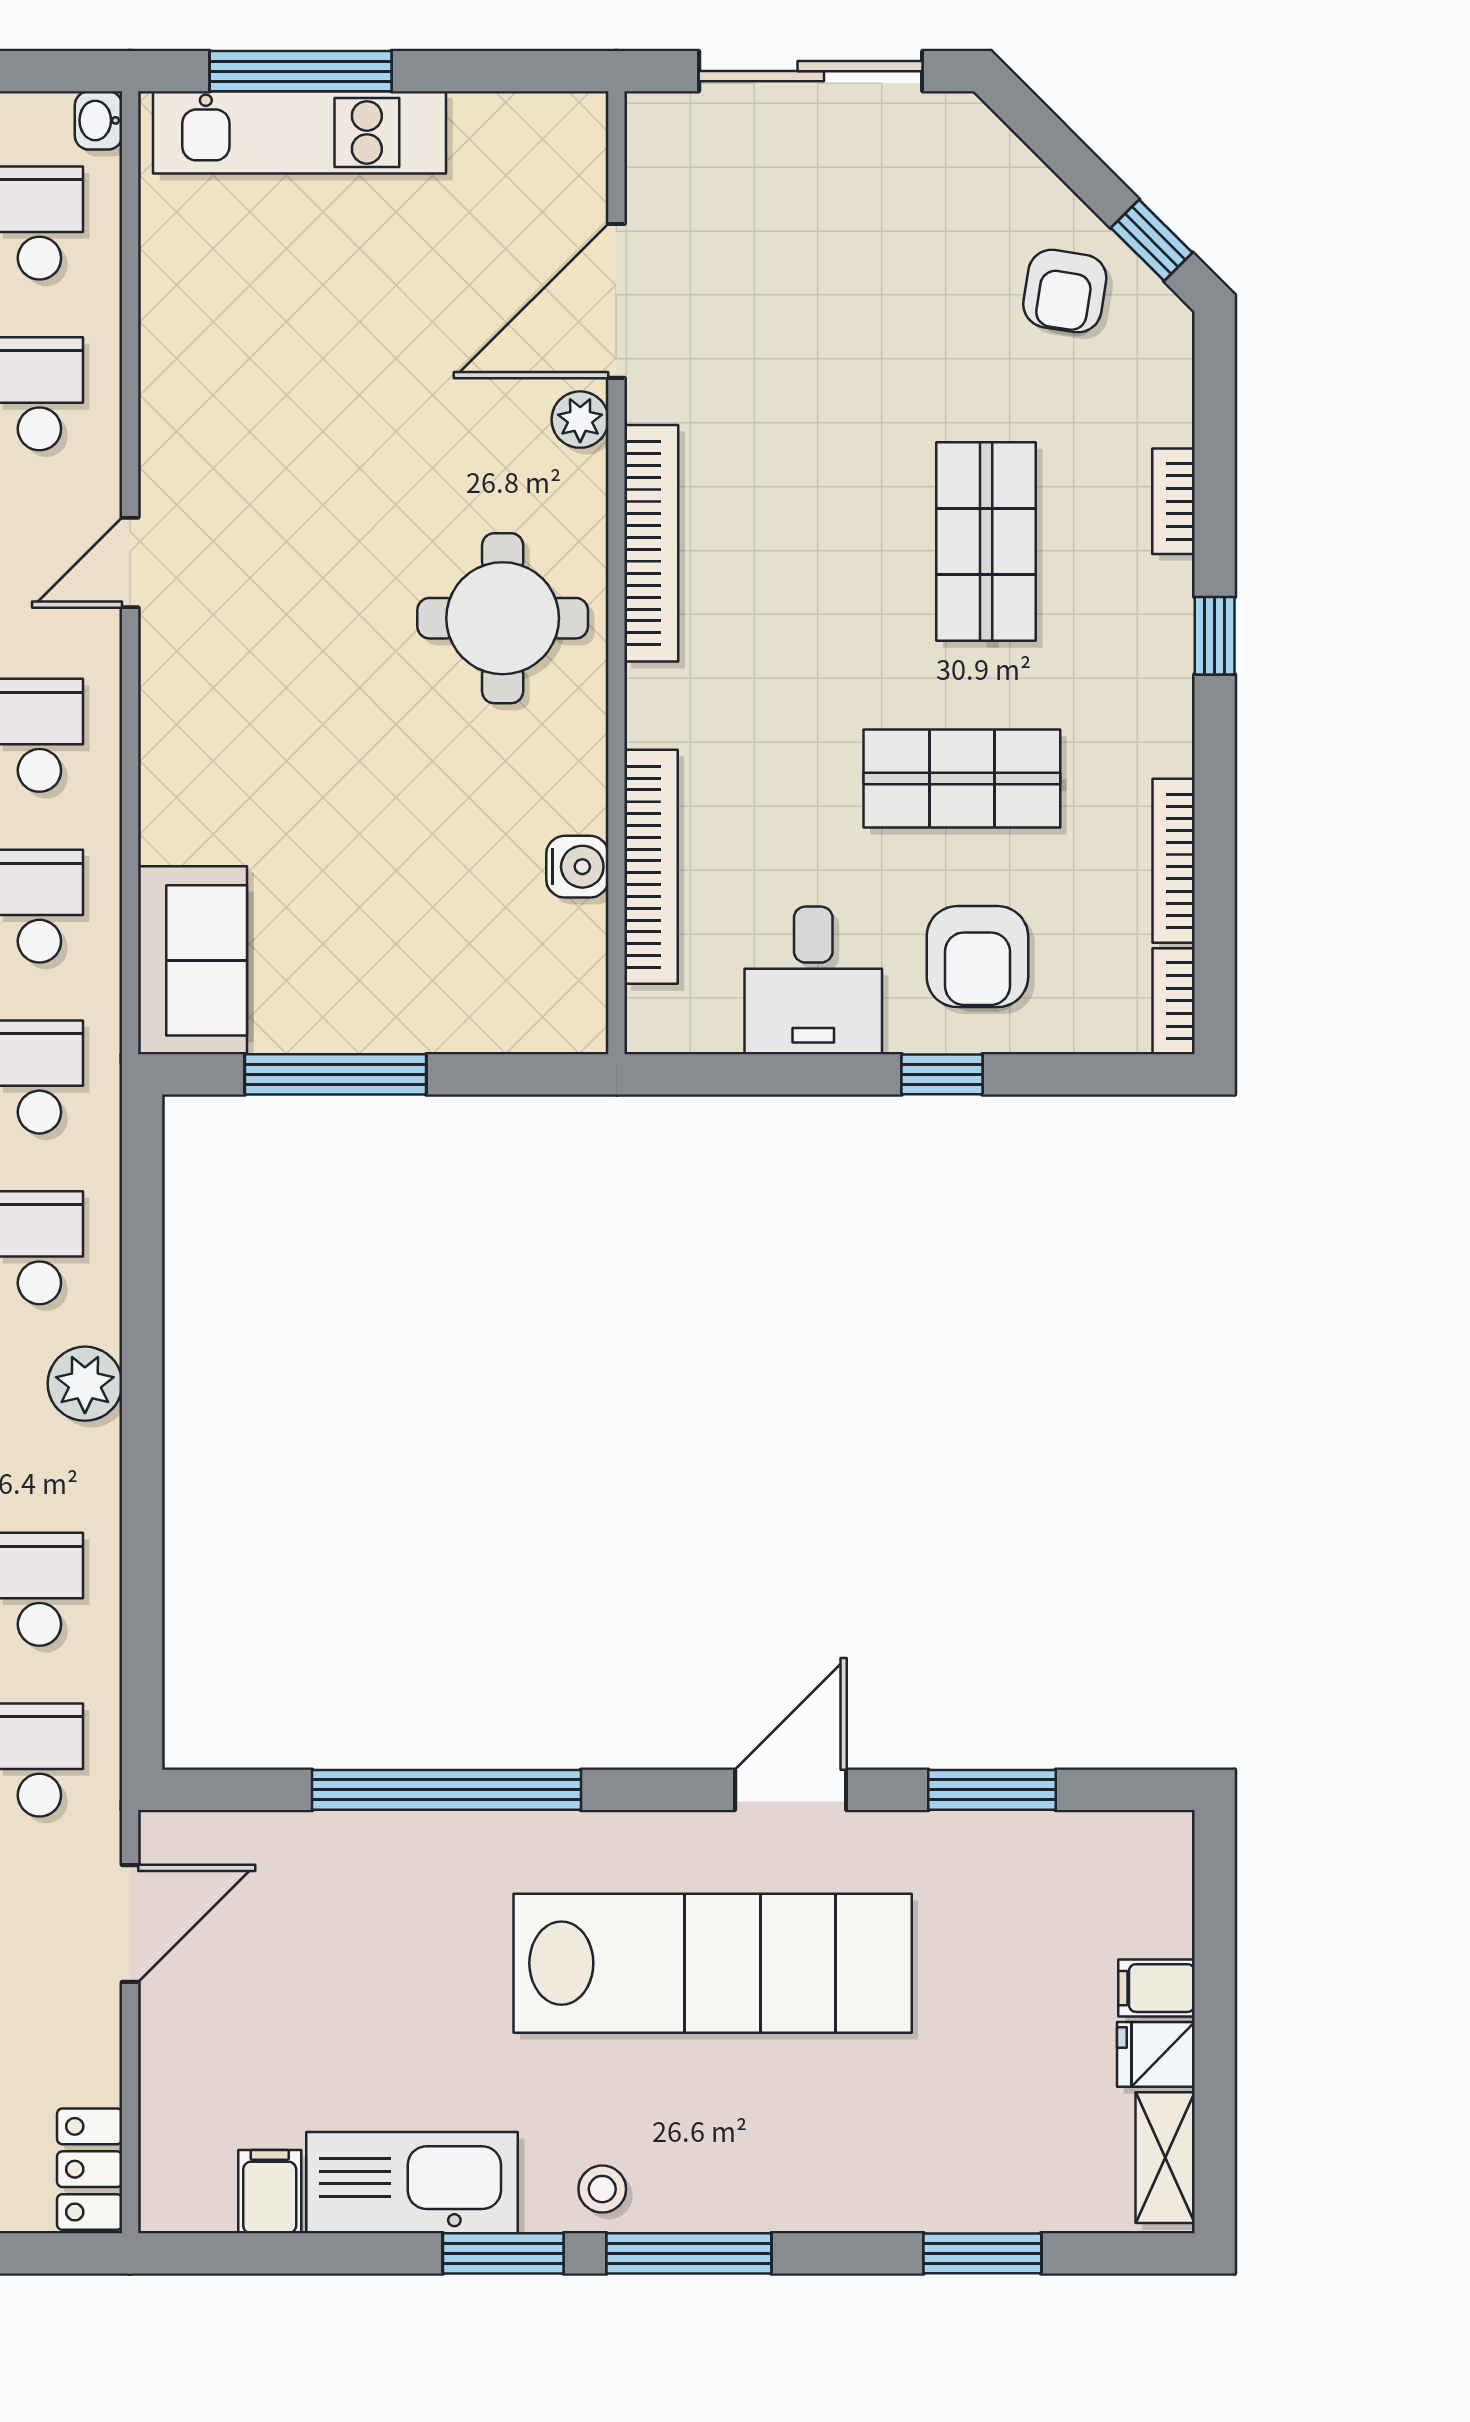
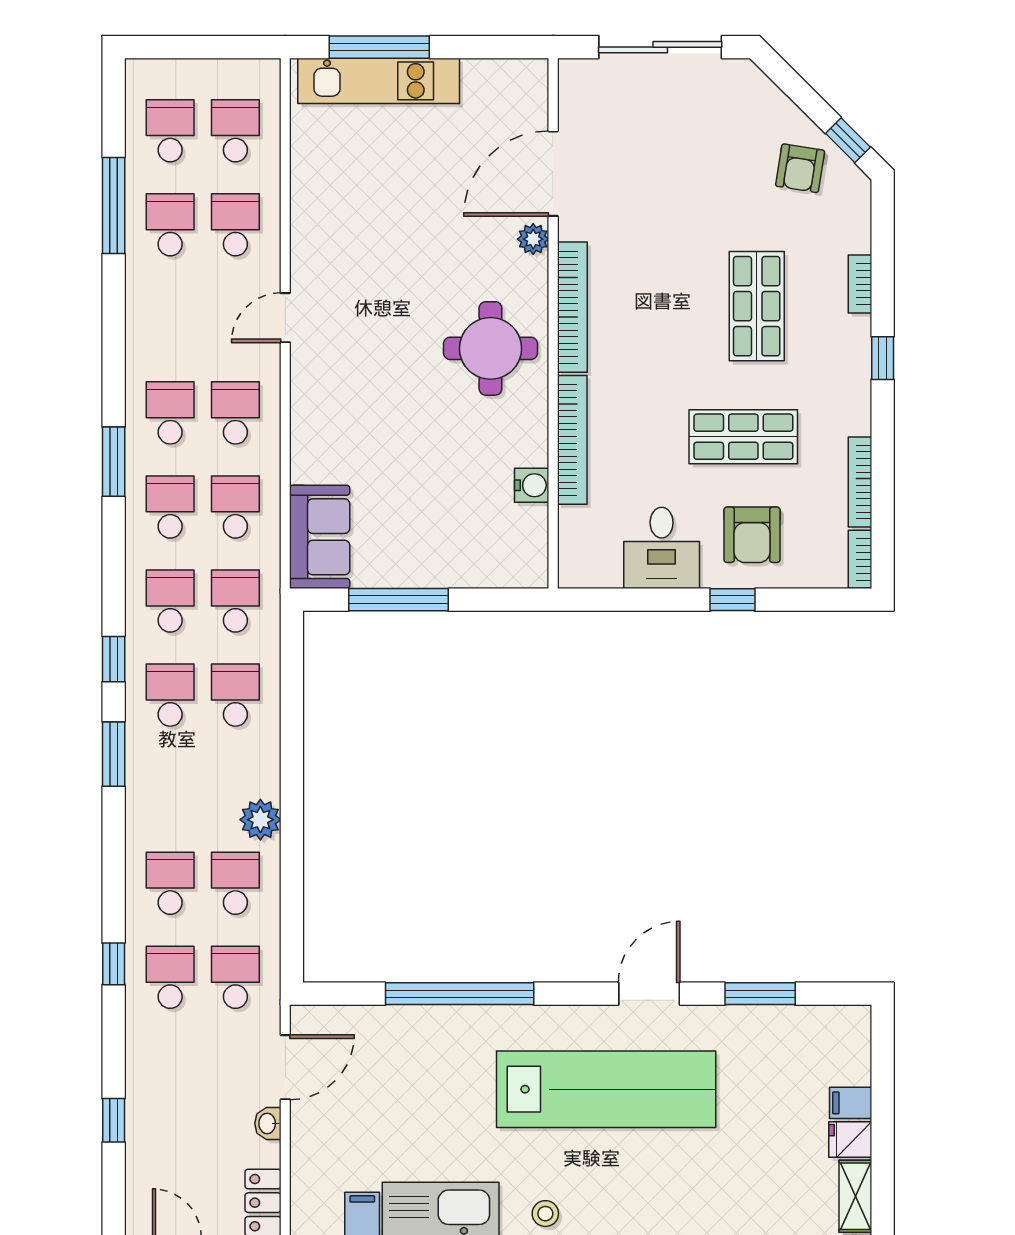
washbasin: (98, 120) -> (268, 1123), moved
bookcase: (651, 867) -> (572, 440), moved
plant: (85, 1384) -> (260, 820), moved

